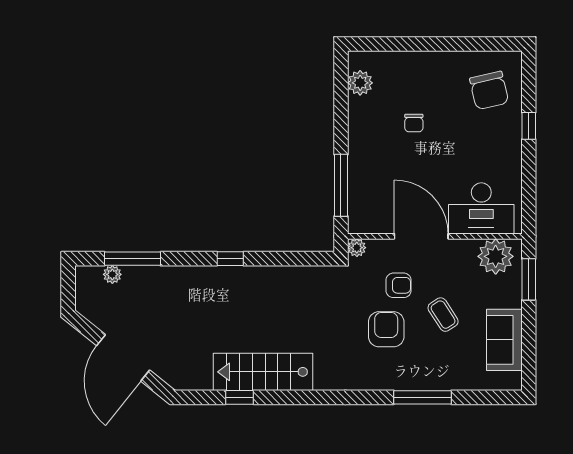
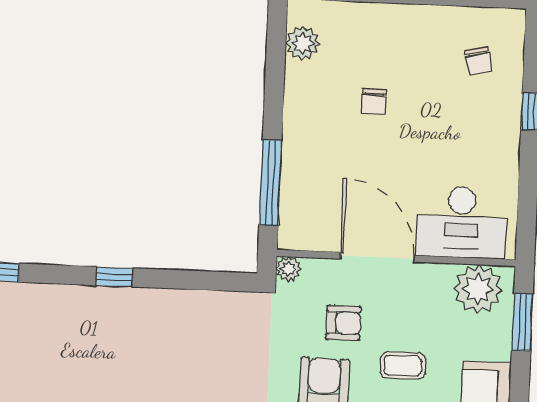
chair: (489, 90) -> (479, 61), width x0.54, depth x0.54
coffee table: (443, 315) -> (403, 366), turned -57

